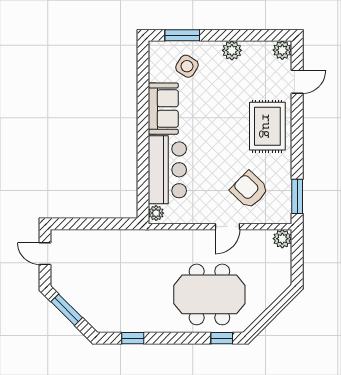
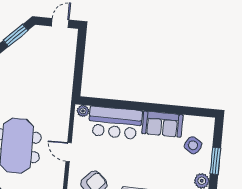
window: (182, 35) -> (215, 161), moved
door: (228, 227) -> (69, 152), moved

